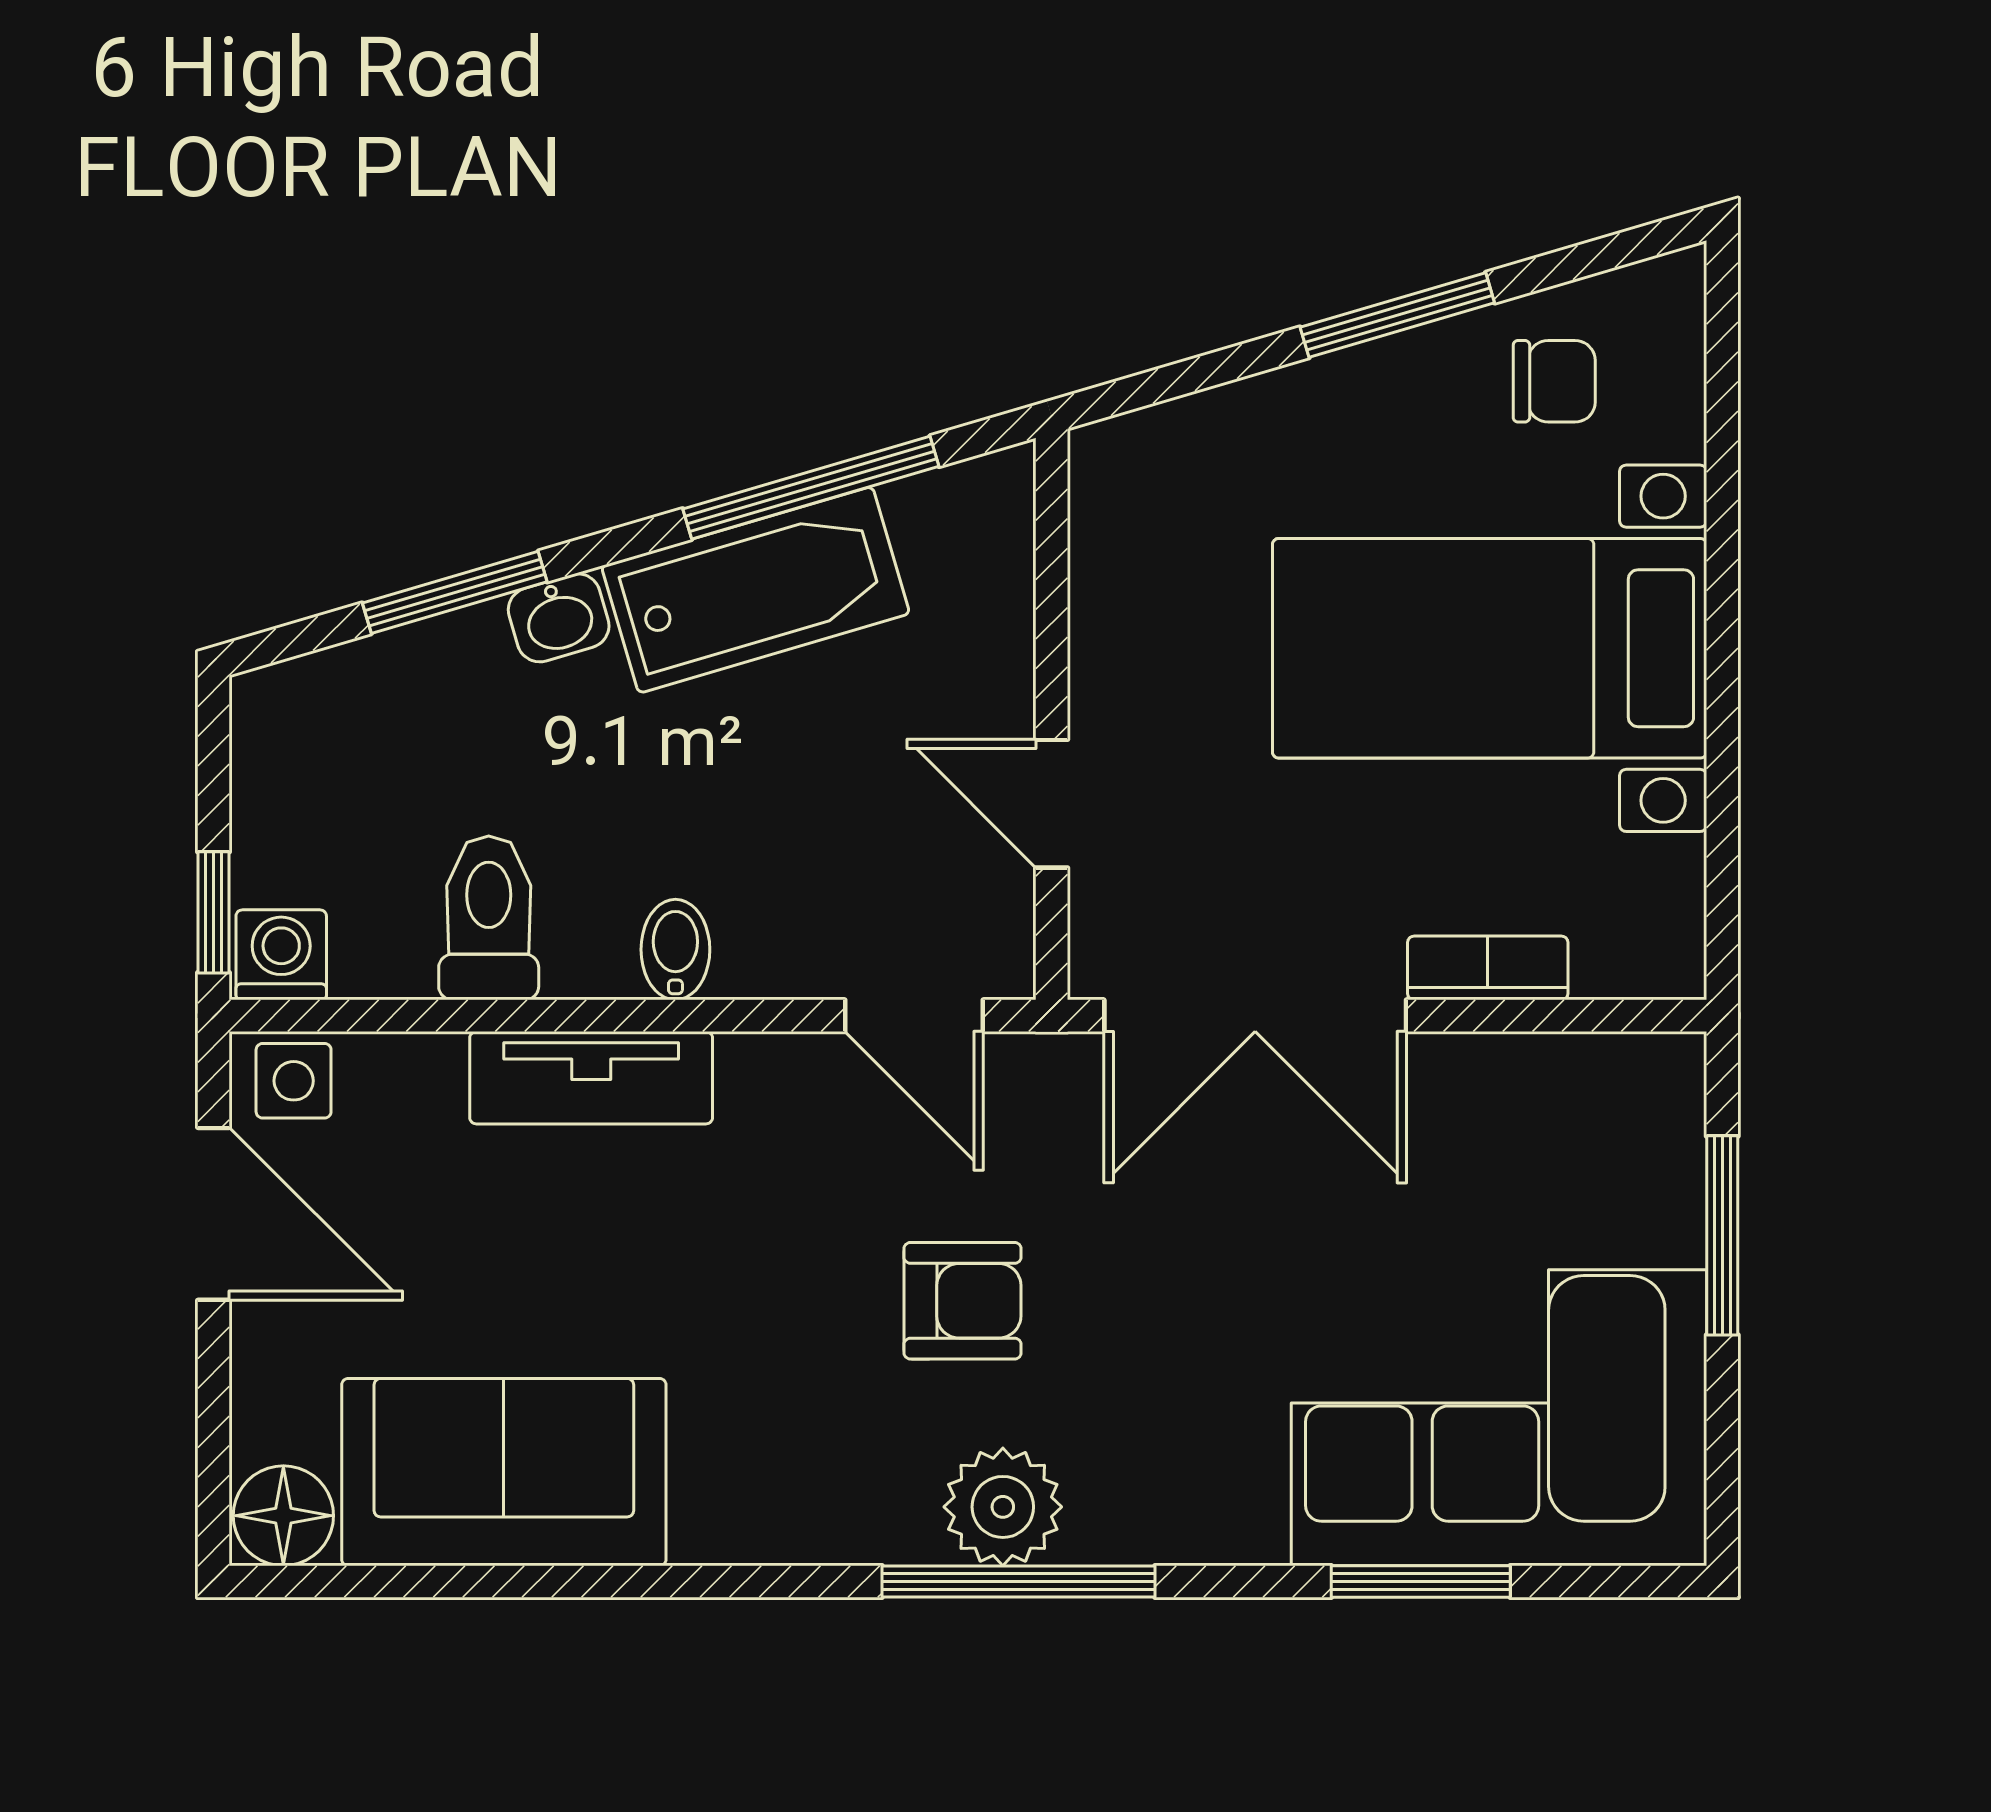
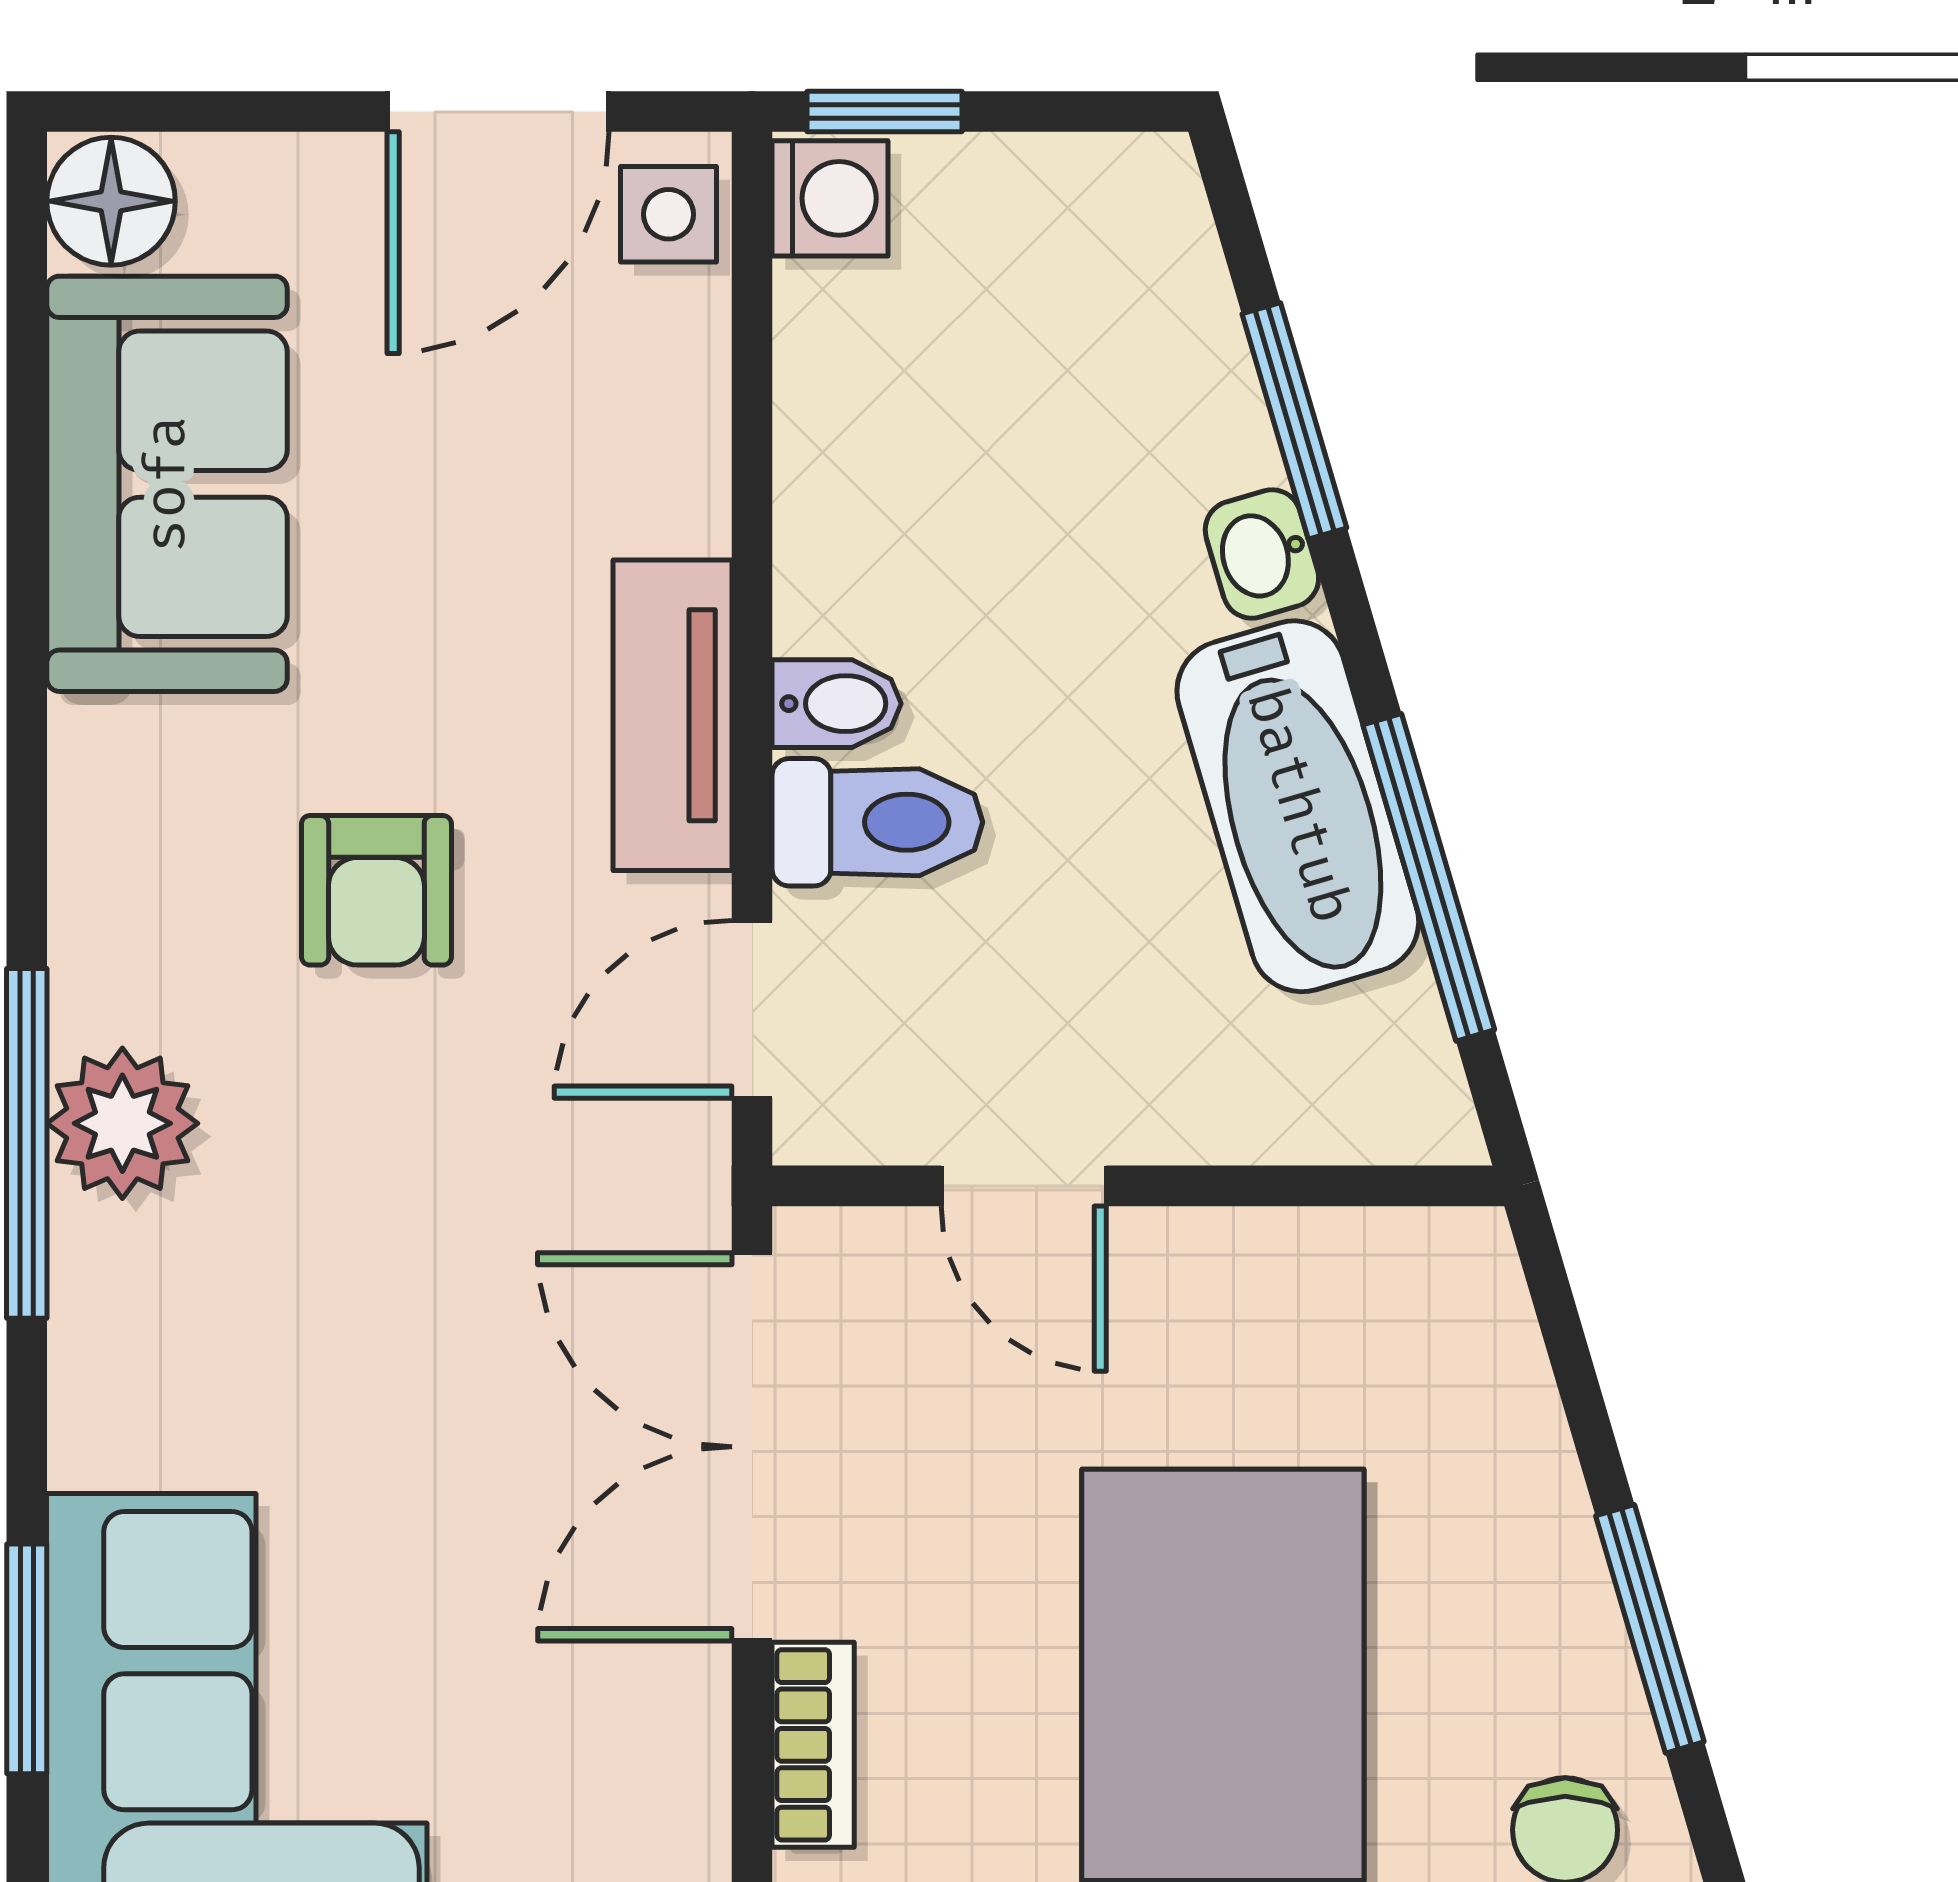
door: (1052, 804) -> (1024, 1186), swing flipped
toilet: (489, 918) -> (877, 822), moved
tv unit: (591, 1078) -> (672, 715), moved
armchair: (963, 1301) -> (376, 890), moved

